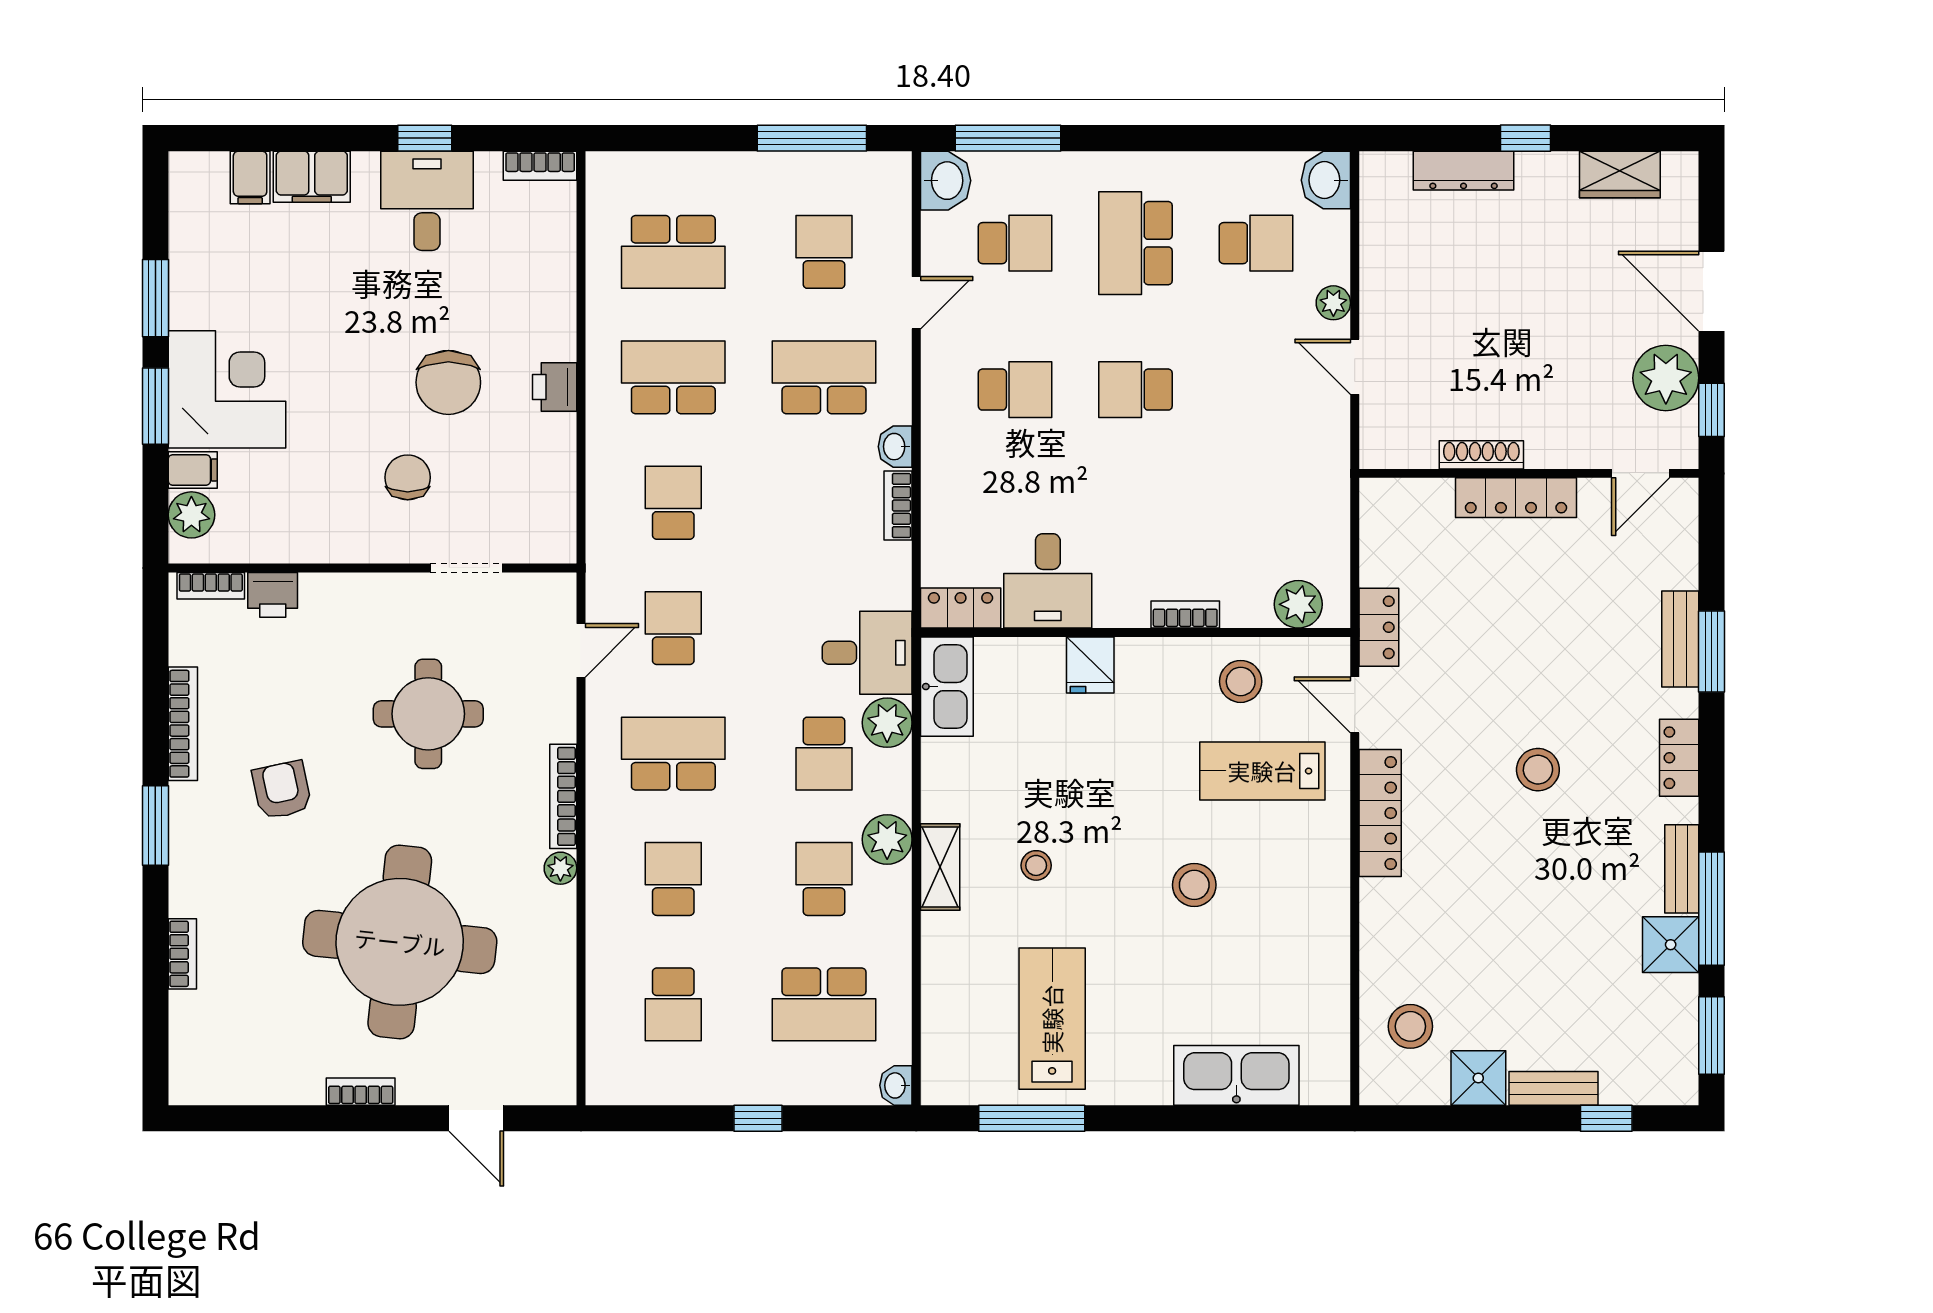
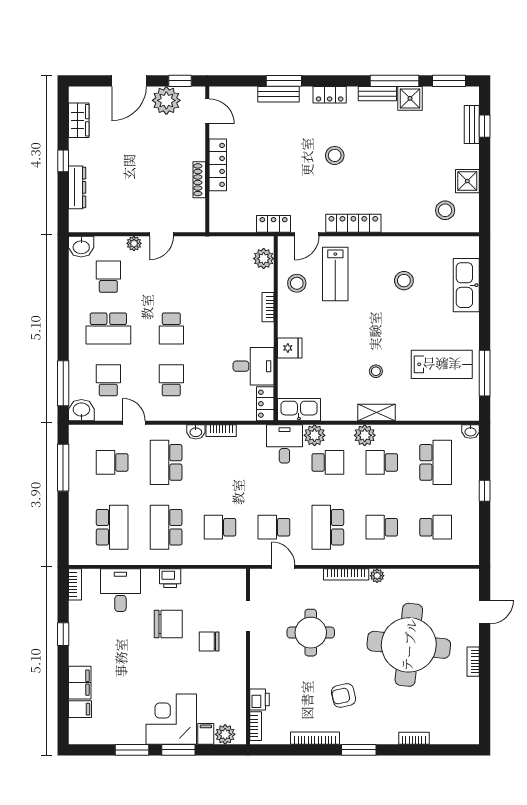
desk: (427, 201) -> (120, 590), moved, turned 90
stool: (1194, 885) -> (404, 281), moved
lab bench: (1052, 1019) -> (442, 364), turned 180
bench: (1553, 1088) -> (472, 124), moved

